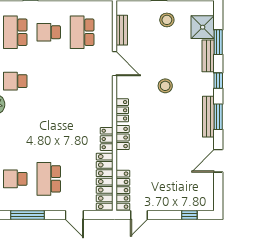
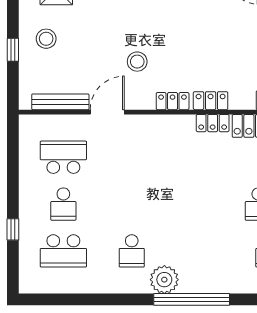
bench: (122, 30) -> (60, 102), width x1.36
school desk: (82, 32) -> (63, 157), turned 180
stool: (165, 86) -> (137, 62), moved

